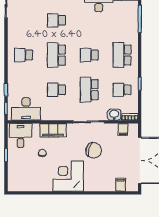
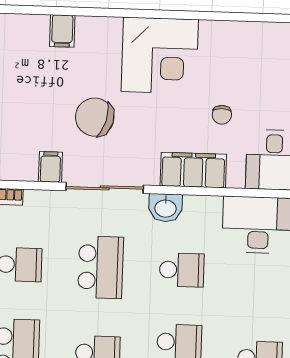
washbasin: (114, 115) -> (166, 208), moved
filing cabinet: (123, 130) -> (50, 167), moved
filing cabinet: (121, 185) -> (62, 31), moved

